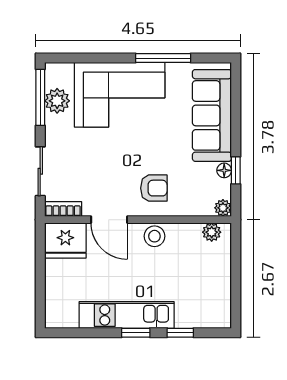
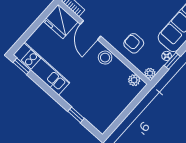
armchair: (154, 188) -> (134, 43), moved, turned 180
kitchen unit: (127, 315) -> (41, 69), moved
window: (136, 333) -> (22, 66), moved

